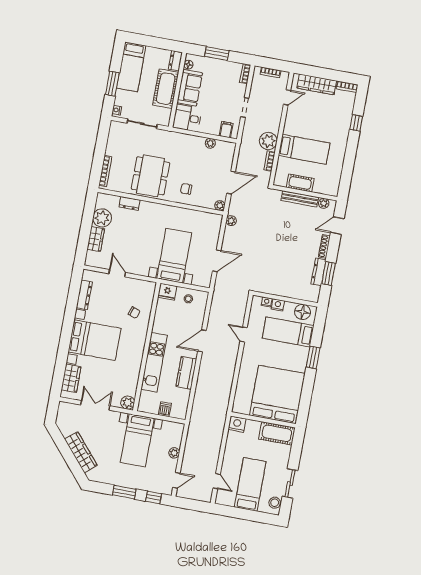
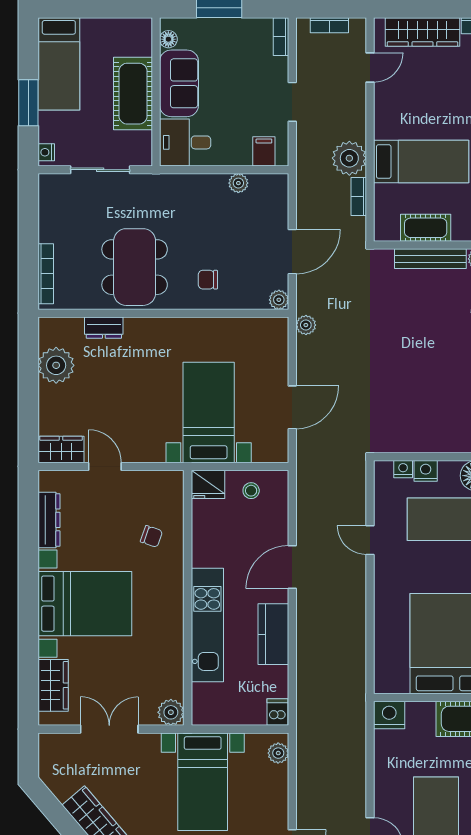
dresser: (175, 61) -> (142, 36), removed
wardrobe: (96, 239) -> (61, 449), moved, turned -90
dishwasher: (165, 409) -> (278, 712), moved
plant: (174, 453) -> (278, 753), moved

